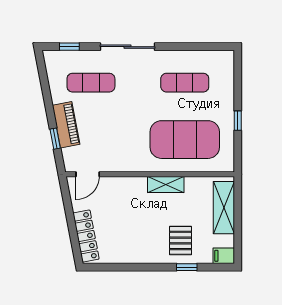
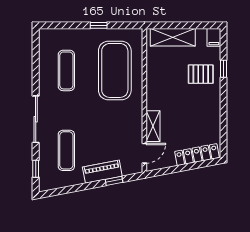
door: (88, 174) -> (144, 153), hinge flipped
shelving: (166, 184) -> (153, 126), moved

